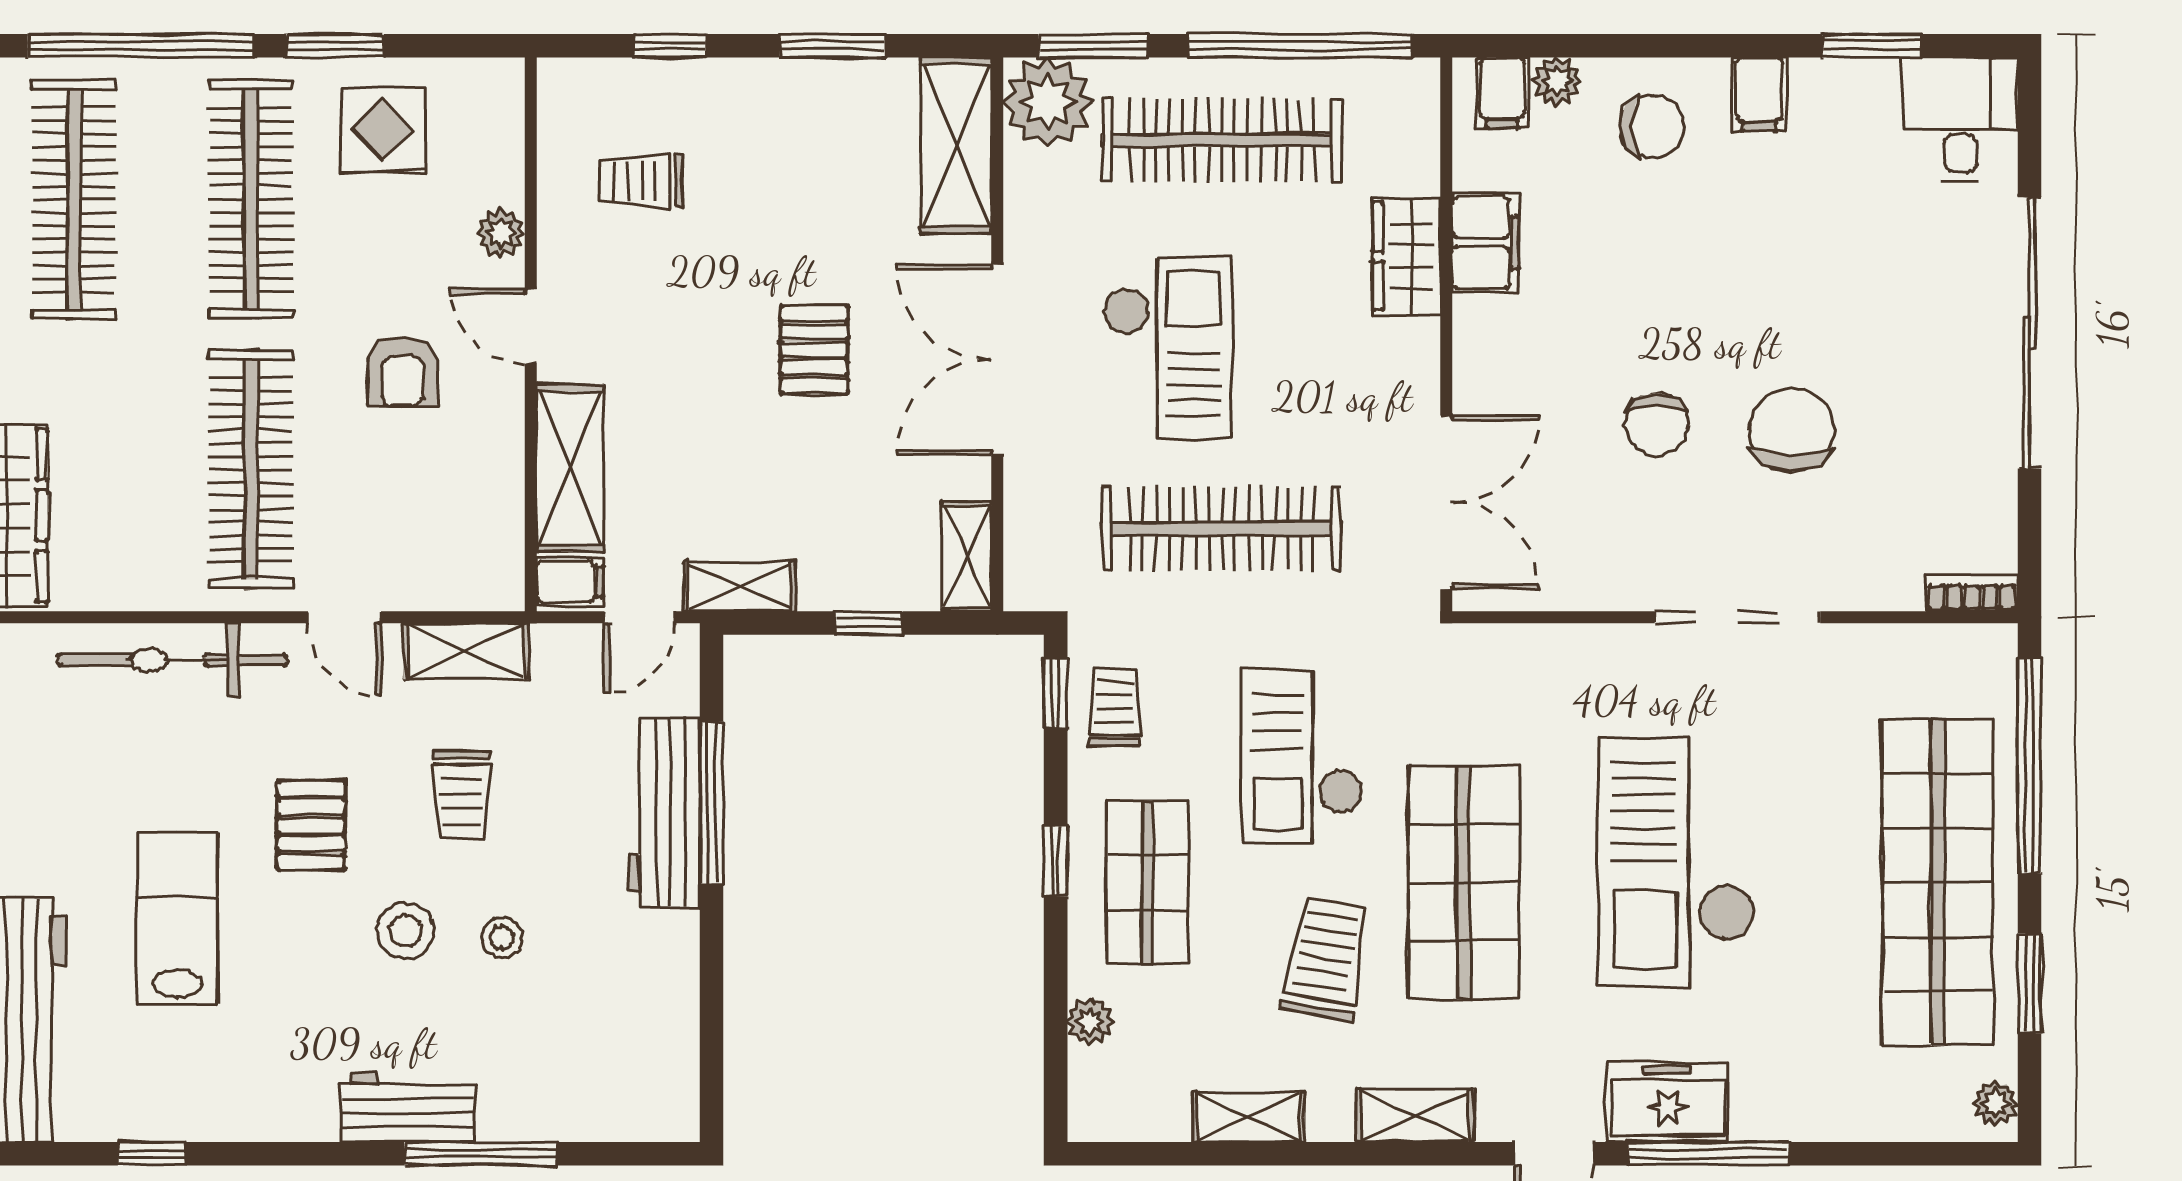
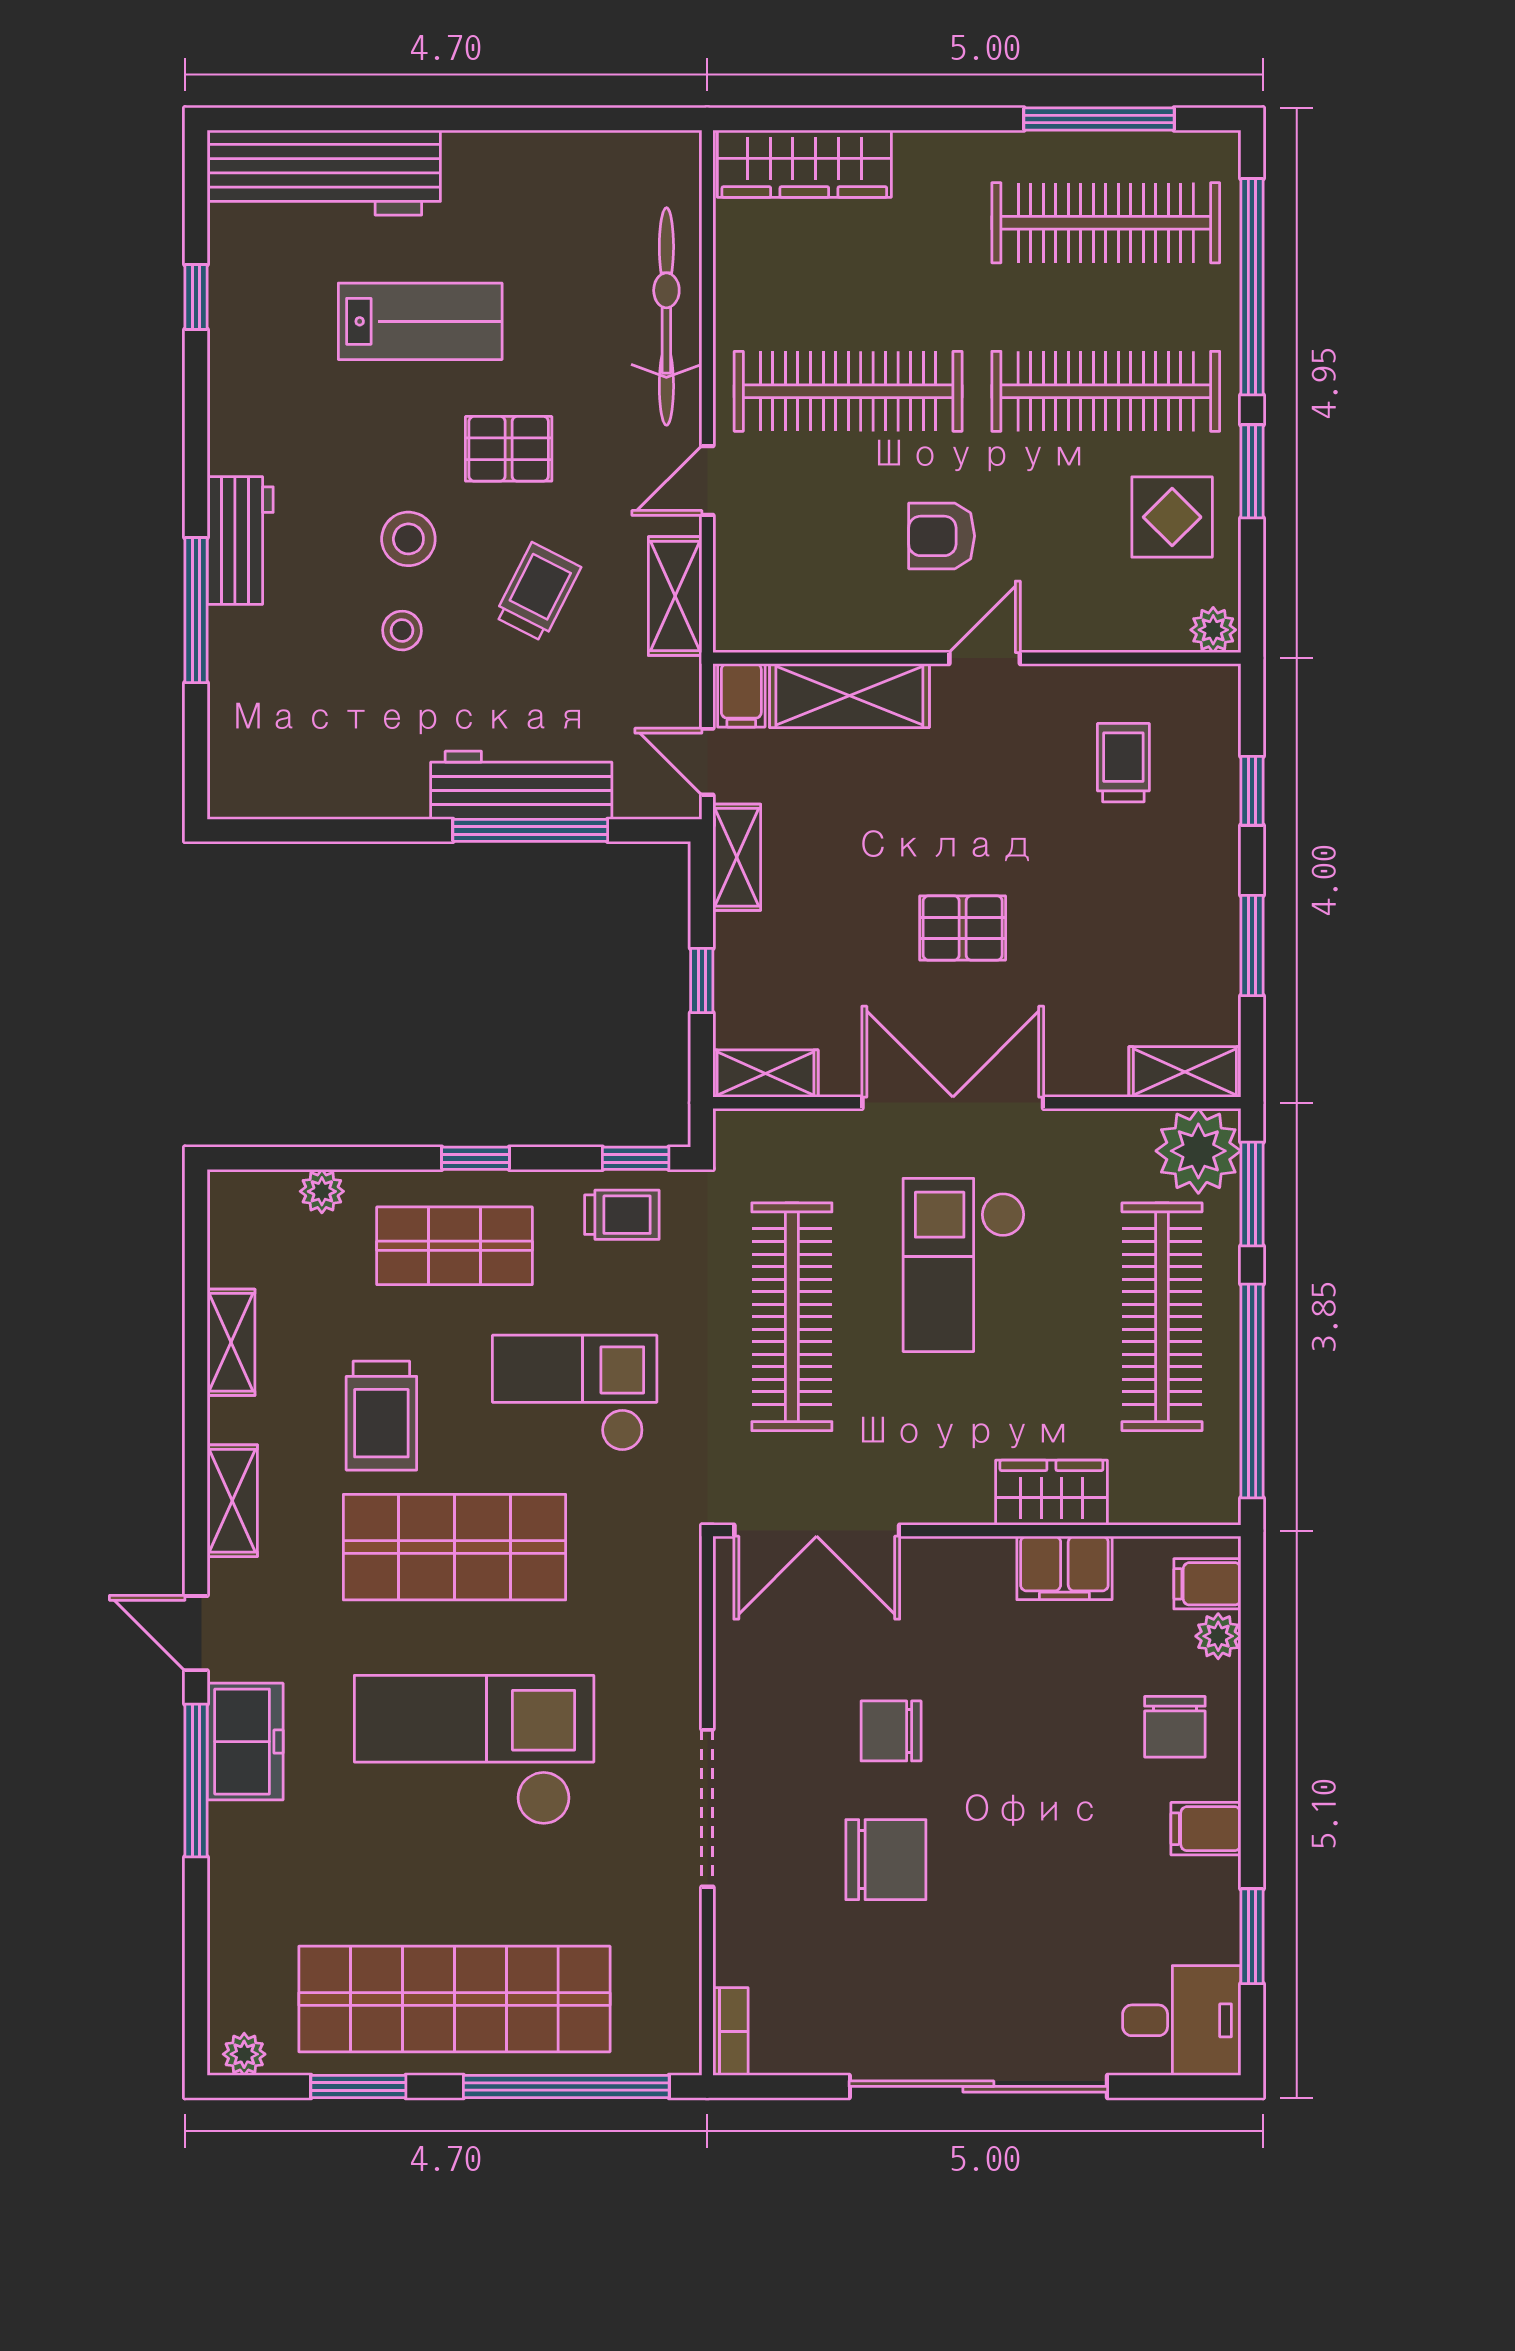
shelving: (956, 146) -> (1185, 1072), width x0.67, depth x0.75
plant: (501, 233) -> (1213, 630), moved
checkout: (1167, 348) -> (964, 1265), turned 90
trolley: (461, 795) -> (538, 592), turned 117
trolley: (1326, 959) -> (381, 1416), turned 80

